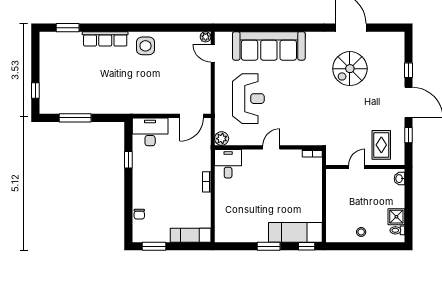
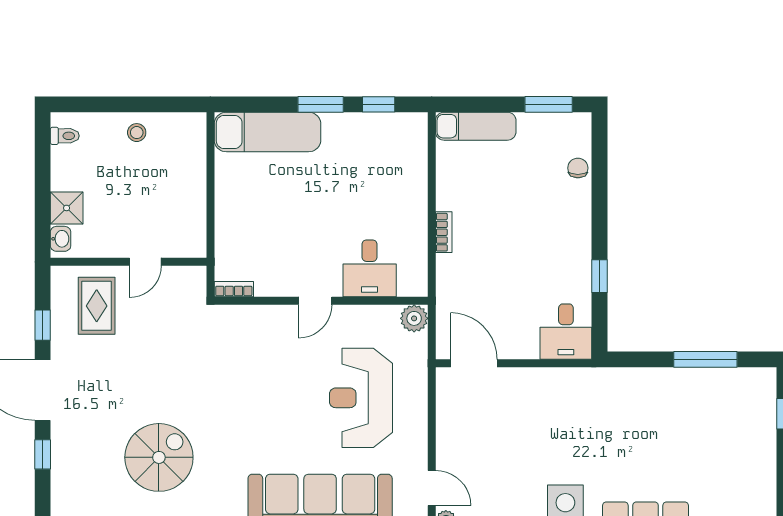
door: (192, 116) -> (474, 363), hinge flipped
desk: (150, 132) -> (566, 332), width x0.73
desk: (228, 164) -> (370, 268), moved
shower: (396, 217) -> (67, 208), moved
window: (307, 246) -> (379, 104), moved

